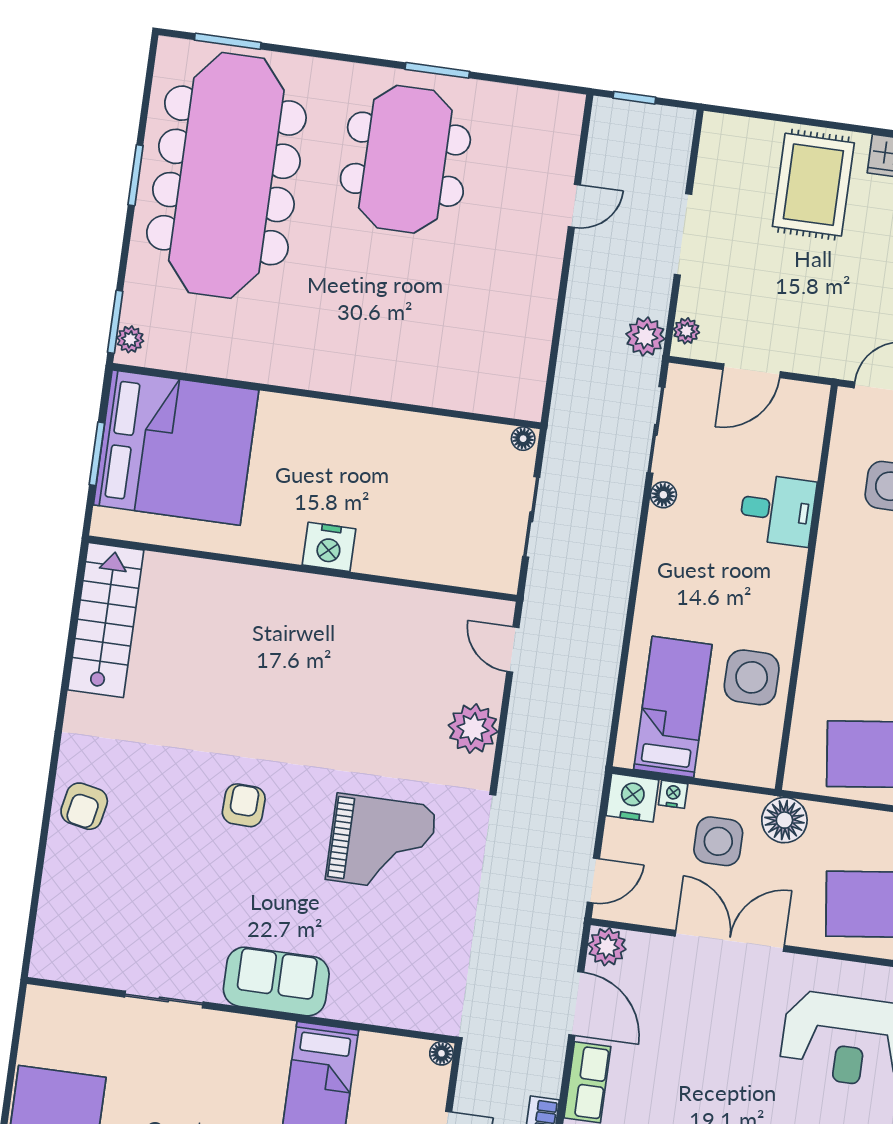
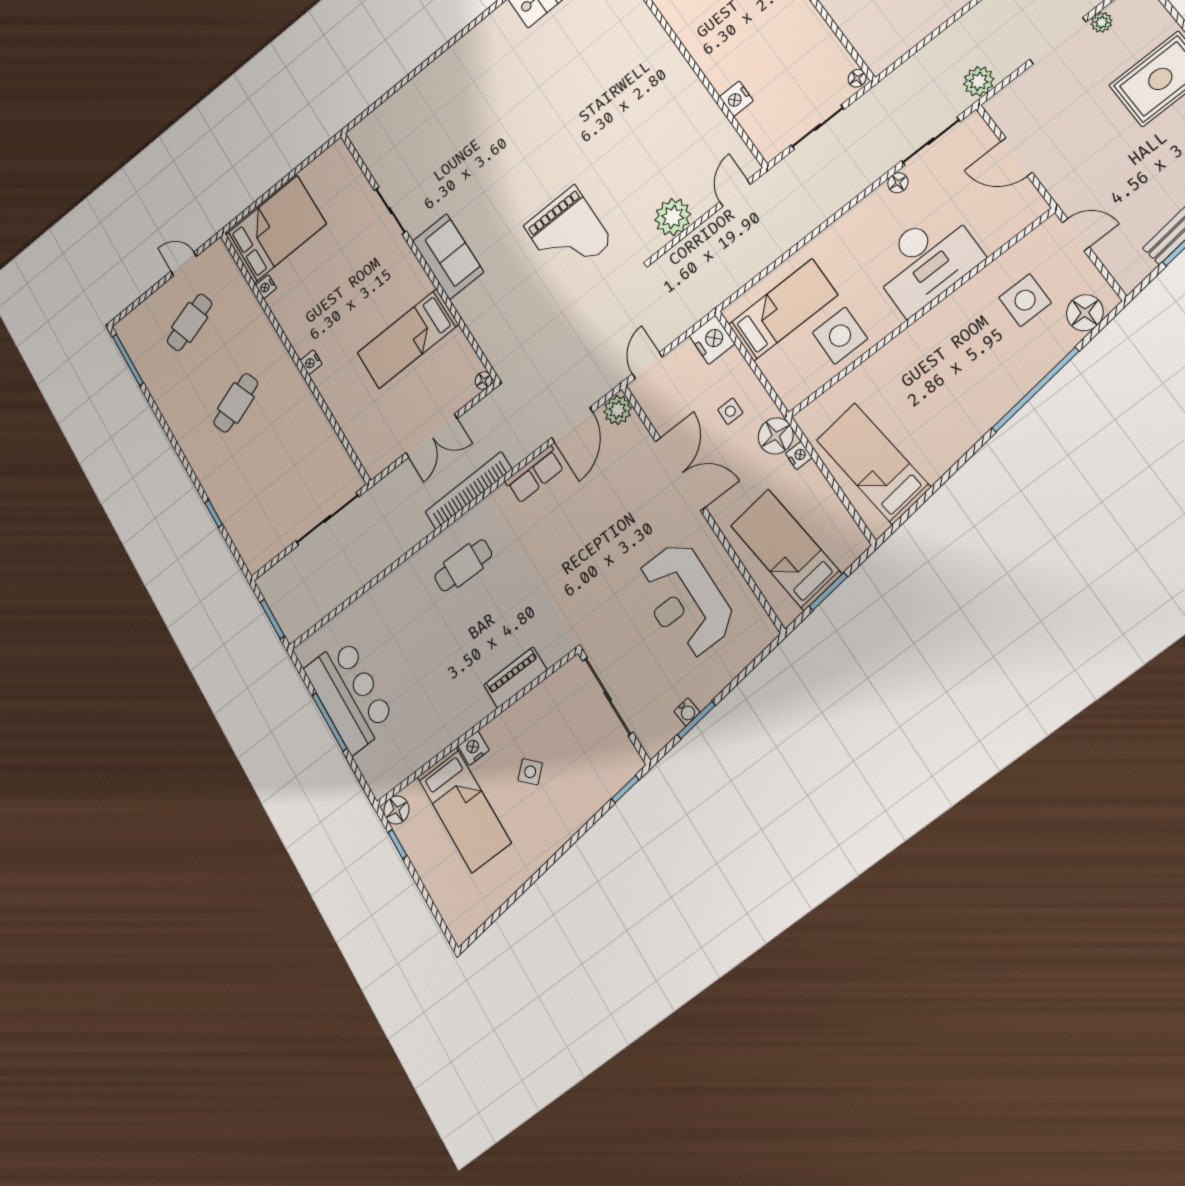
plant: (686, 331) -> (1102, 22), moved
desk: (777, 510) -> (926, 260), width x1.87, depth x1.30
nightstand: (329, 547) -> (736, 99), moved, width x0.74, depth x0.75
nightstand: (673, 794) -> (799, 455), moved
armchair: (244, 805) -> (526, 145), removed
armchair: (84, 806) -> (455, 69), removed
side table: (718, 841) -> (730, 411), width x0.54, depth x0.54
door: (593, 881) -> (647, 365), swing flipped

